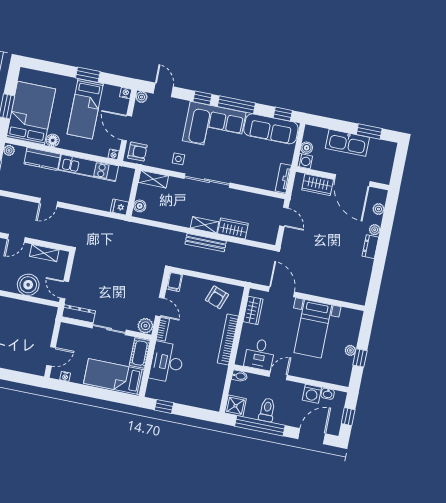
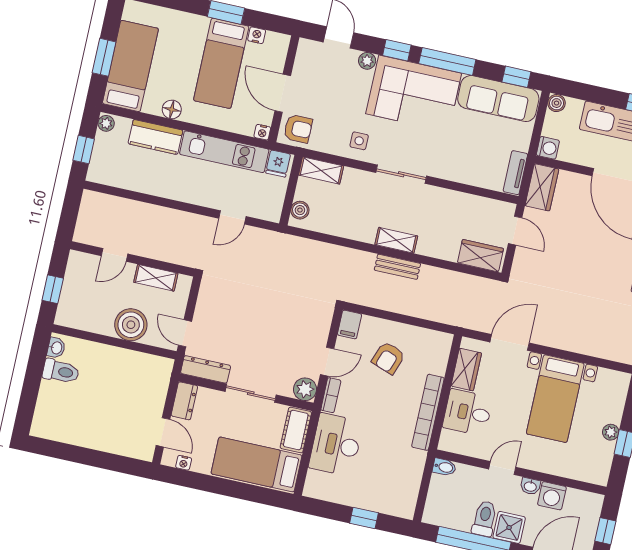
nightstand: (126, 93) -> (257, 35), moved
plant: (142, 97) -> (367, 61), moved
bed: (31, 113) -> (130, 66), width x0.67
boiler: (307, 148) -> (557, 103), moved
sliding door: (207, 181) -> (401, 174), width x0.73
wardrobe: (318, 185) -> (542, 187), moved, turned -90
door: (49, 202) -> (232, 217), moved
fridge: (120, 207) -> (278, 164), moved, turned -90
wardrobe: (233, 228) -> (480, 256), moved
bench: (206, 243) -> (397, 267), width x0.73
door: (282, 292) -> (510, 342), hinge flipped
armchair: (217, 297) -> (388, 358), moved
door: (160, 307) -> (327, 362), hinge flipped
dresser: (65, 335) -> (184, 401), added
desk: (260, 354) -> (468, 412), moved, turned 90
door: (51, 356) -> (163, 432), hinge flipped
washbasin: (328, 394) -> (530, 486), moved
window: (164, 406) -> (364, 518), moved
shower: (235, 406) -> (509, 527), moved

